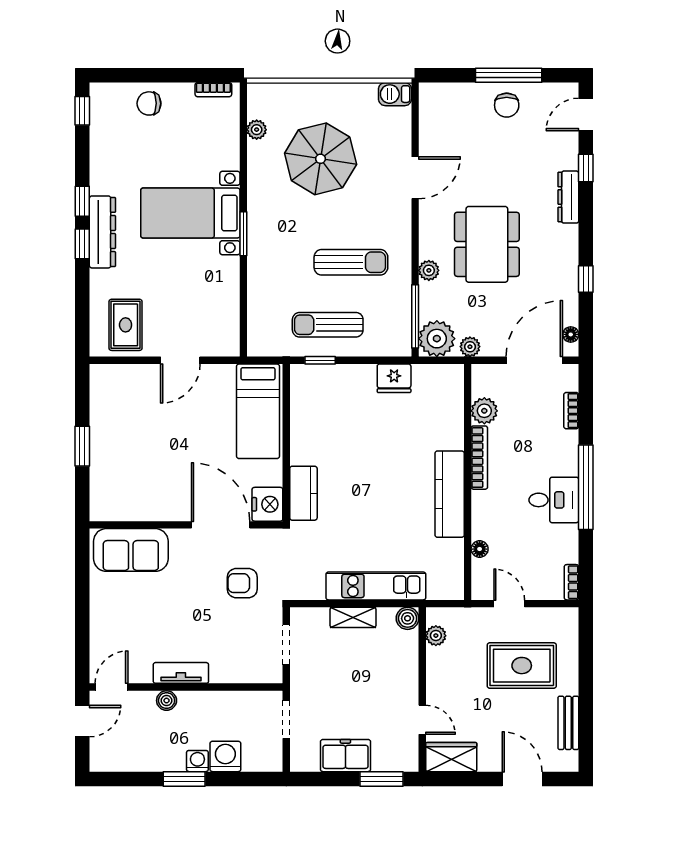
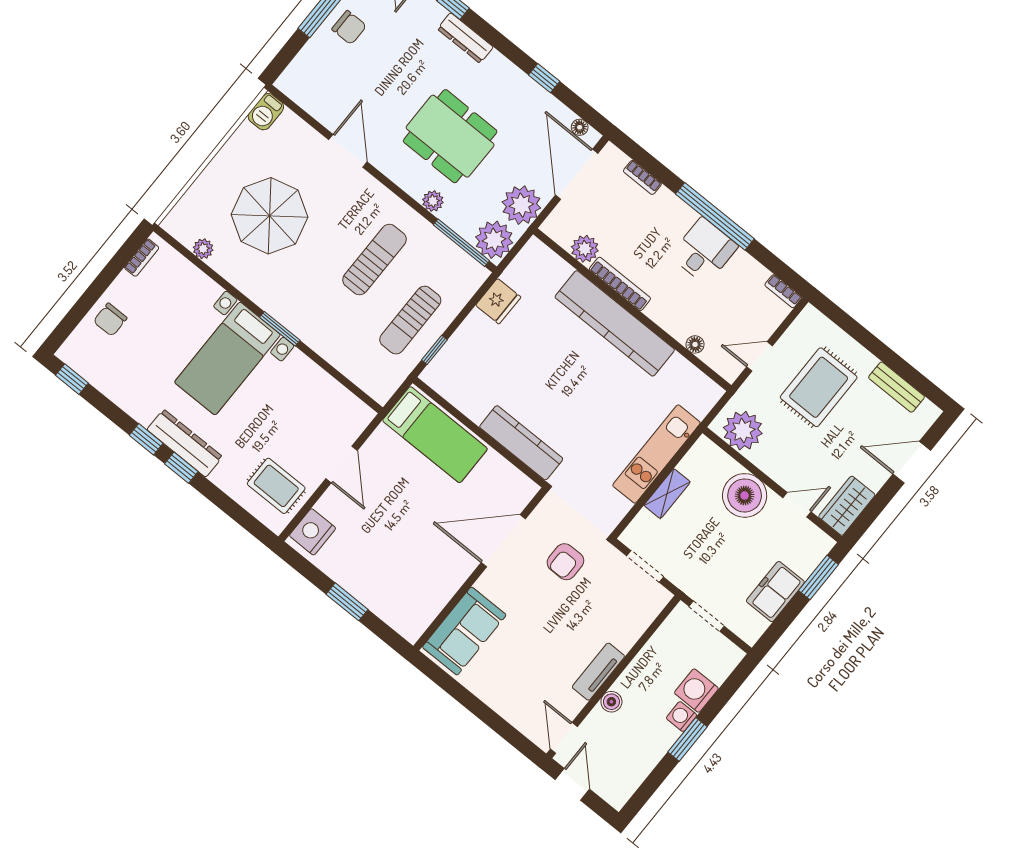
plant: (470, 347) -> (521, 205), width x1.88, depth x1.88
kitchen counter: (303, 493) -> (521, 443), width x1.50
kitchen counter: (450, 494) -> (615, 323), width x1.39, depth x1.17
nightstand: (267, 504) -> (313, 532), moved, turned -90
boiler: (408, 618) -> (745, 495), moved, width x1.86, depth x1.86
plant: (436, 636) -> (743, 431), width x1.88, depth x1.88

